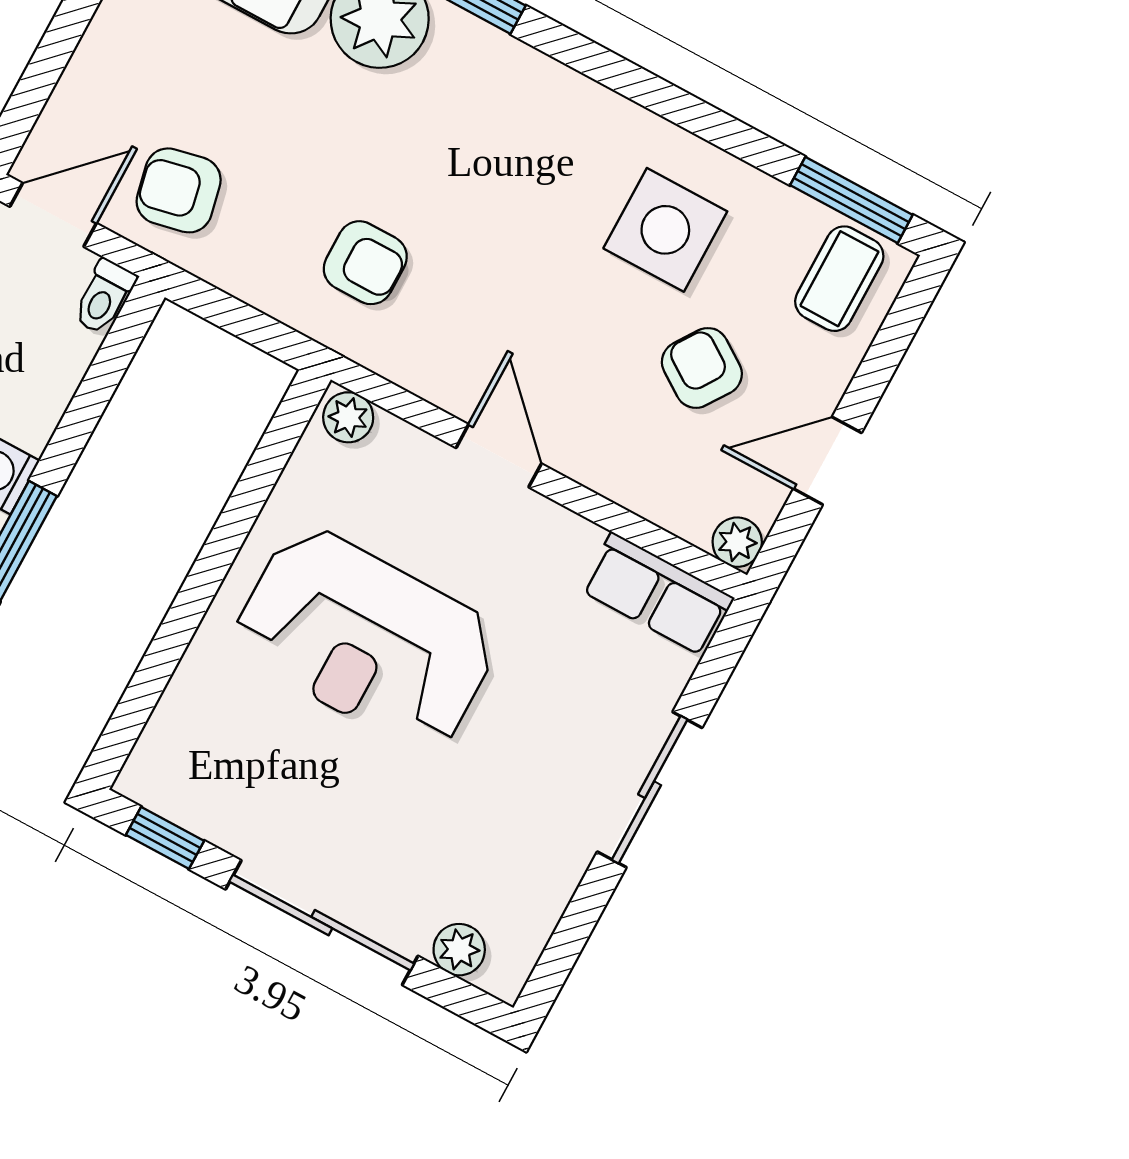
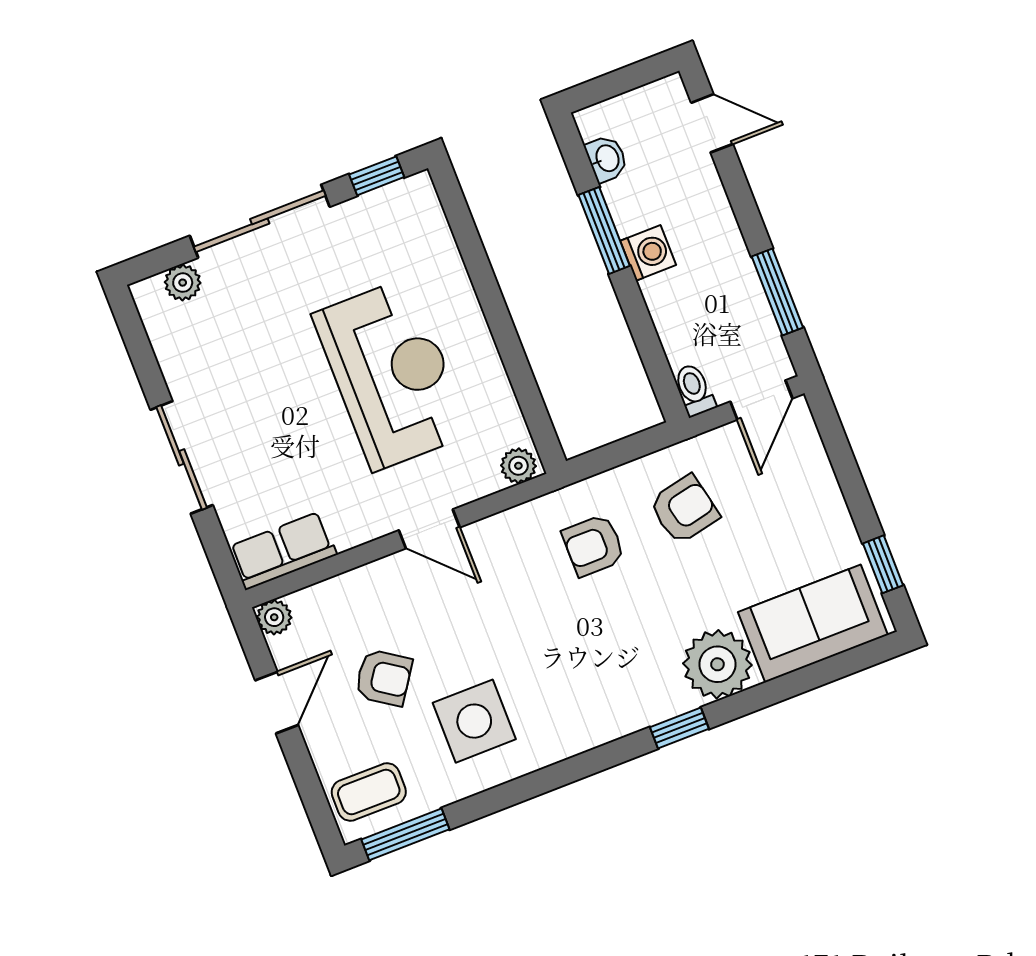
armchair: (179, 190) -> (684, 509), moved
coffee table: (839, 279) -> (369, 792), turned 90
reception desk: (366, 639) -> (391, 374), turned 90

